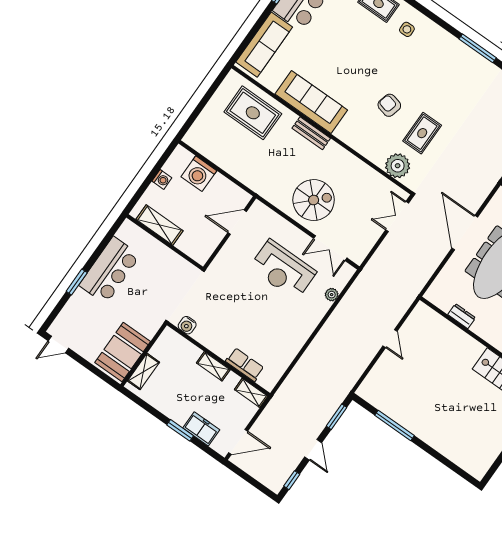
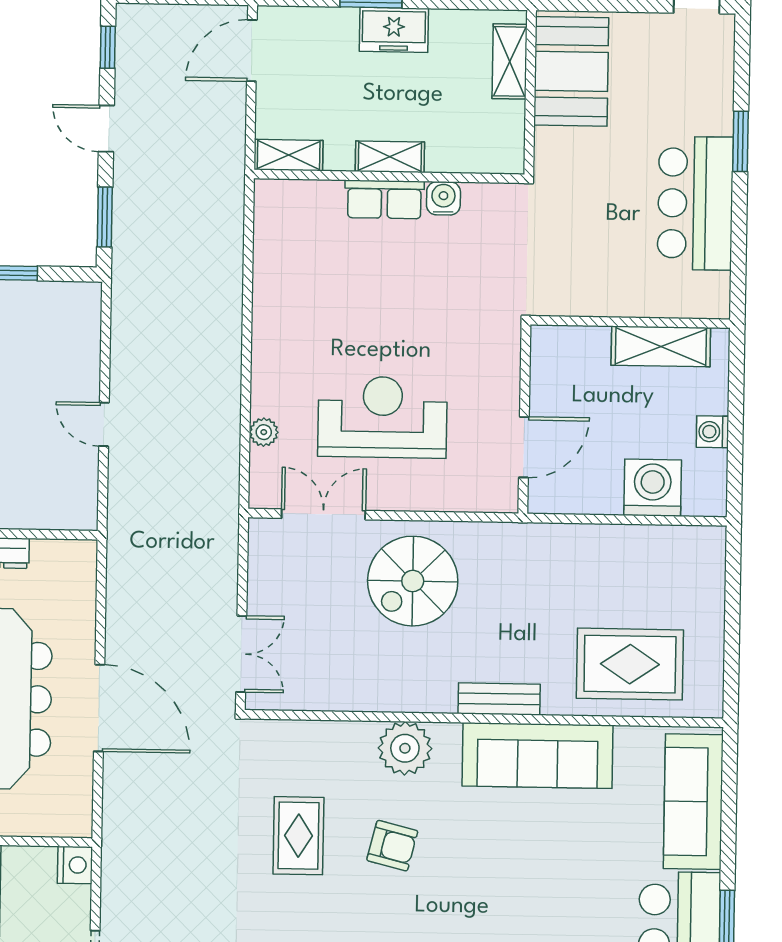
plant: (398, 166) -> (405, 748), moved
water cooler: (187, 325) -> (443, 198), moved
row of seats: (245, 365) -> (384, 199), moved
freezer: (201, 429) -> (394, 30), moved

